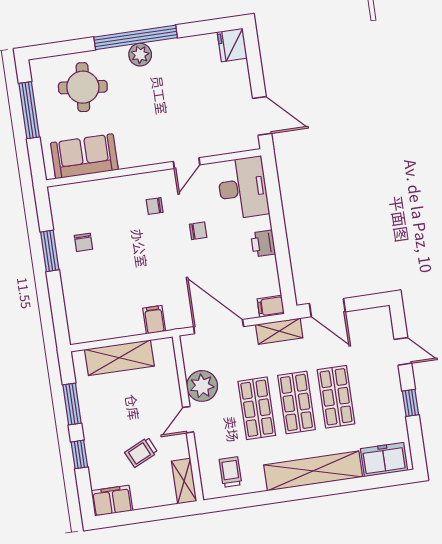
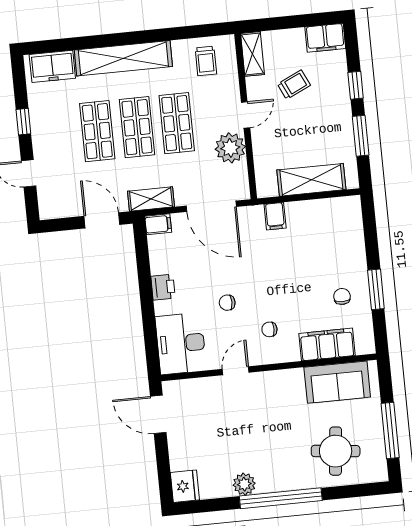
plant: (140, 55) -> (244, 484), moved
filing cabinet: (96, 194) -> (327, 344), added
chair: (155, 206) -> (269, 329), turned 180

